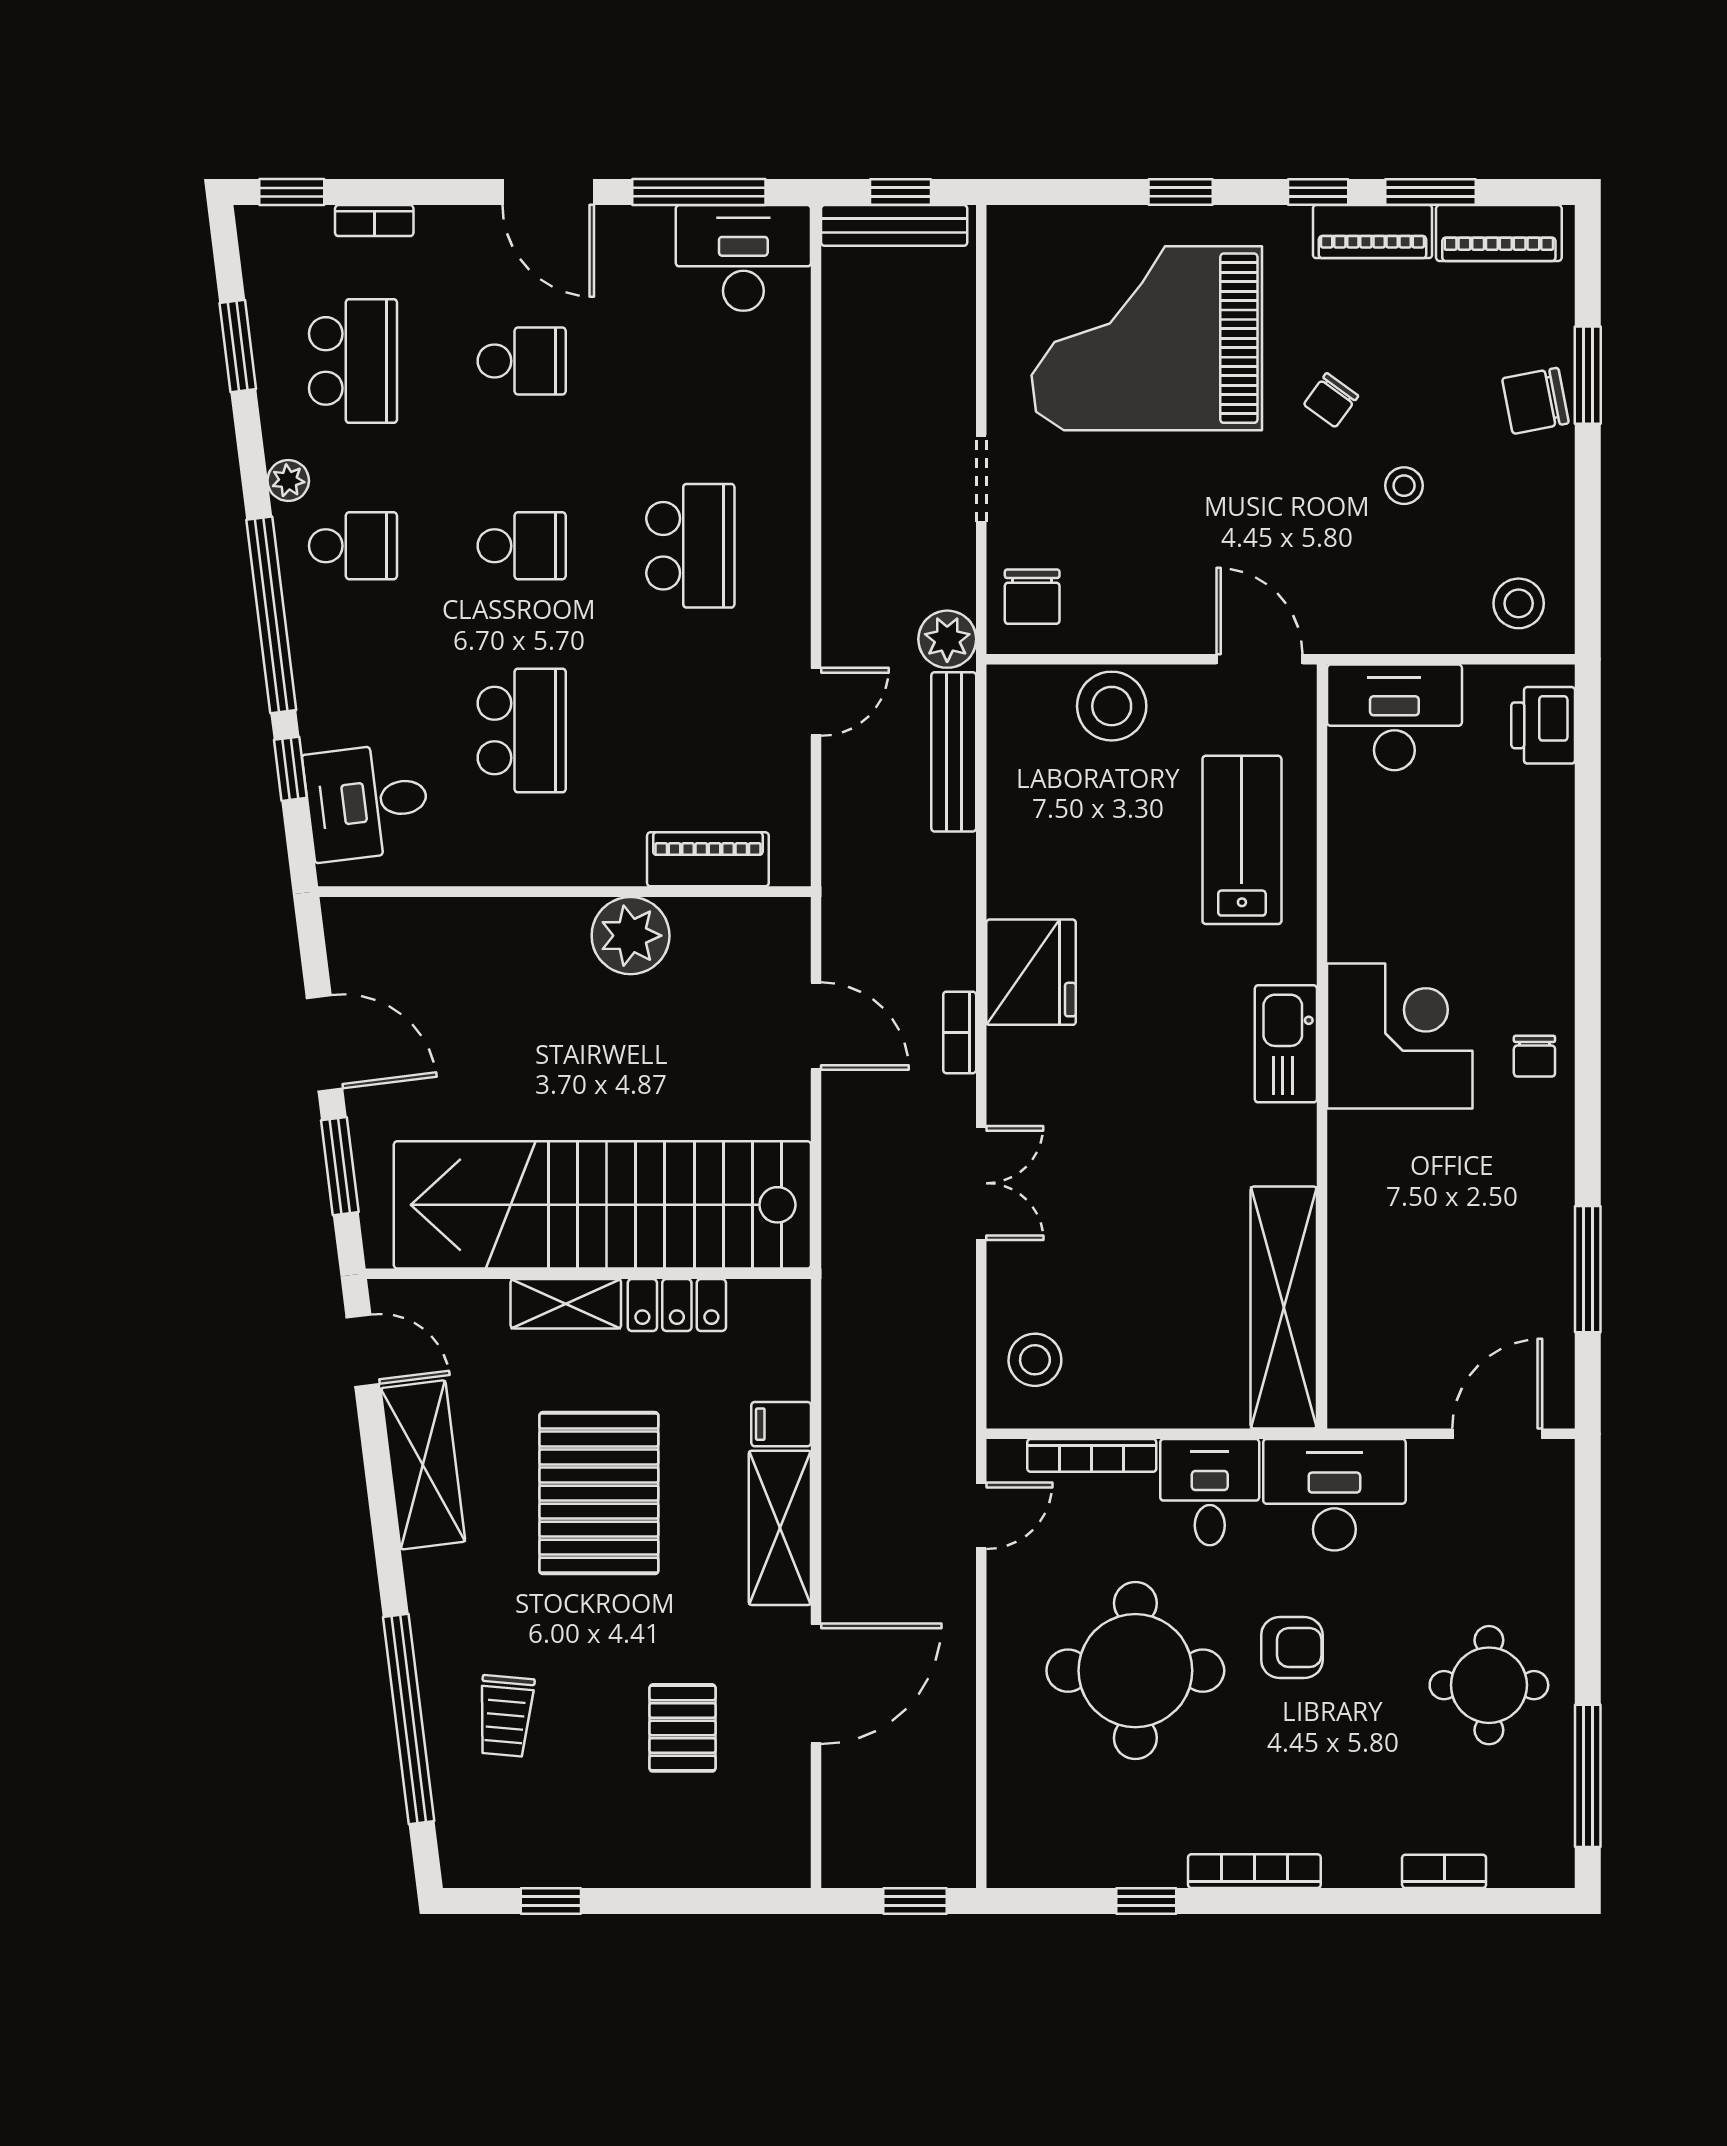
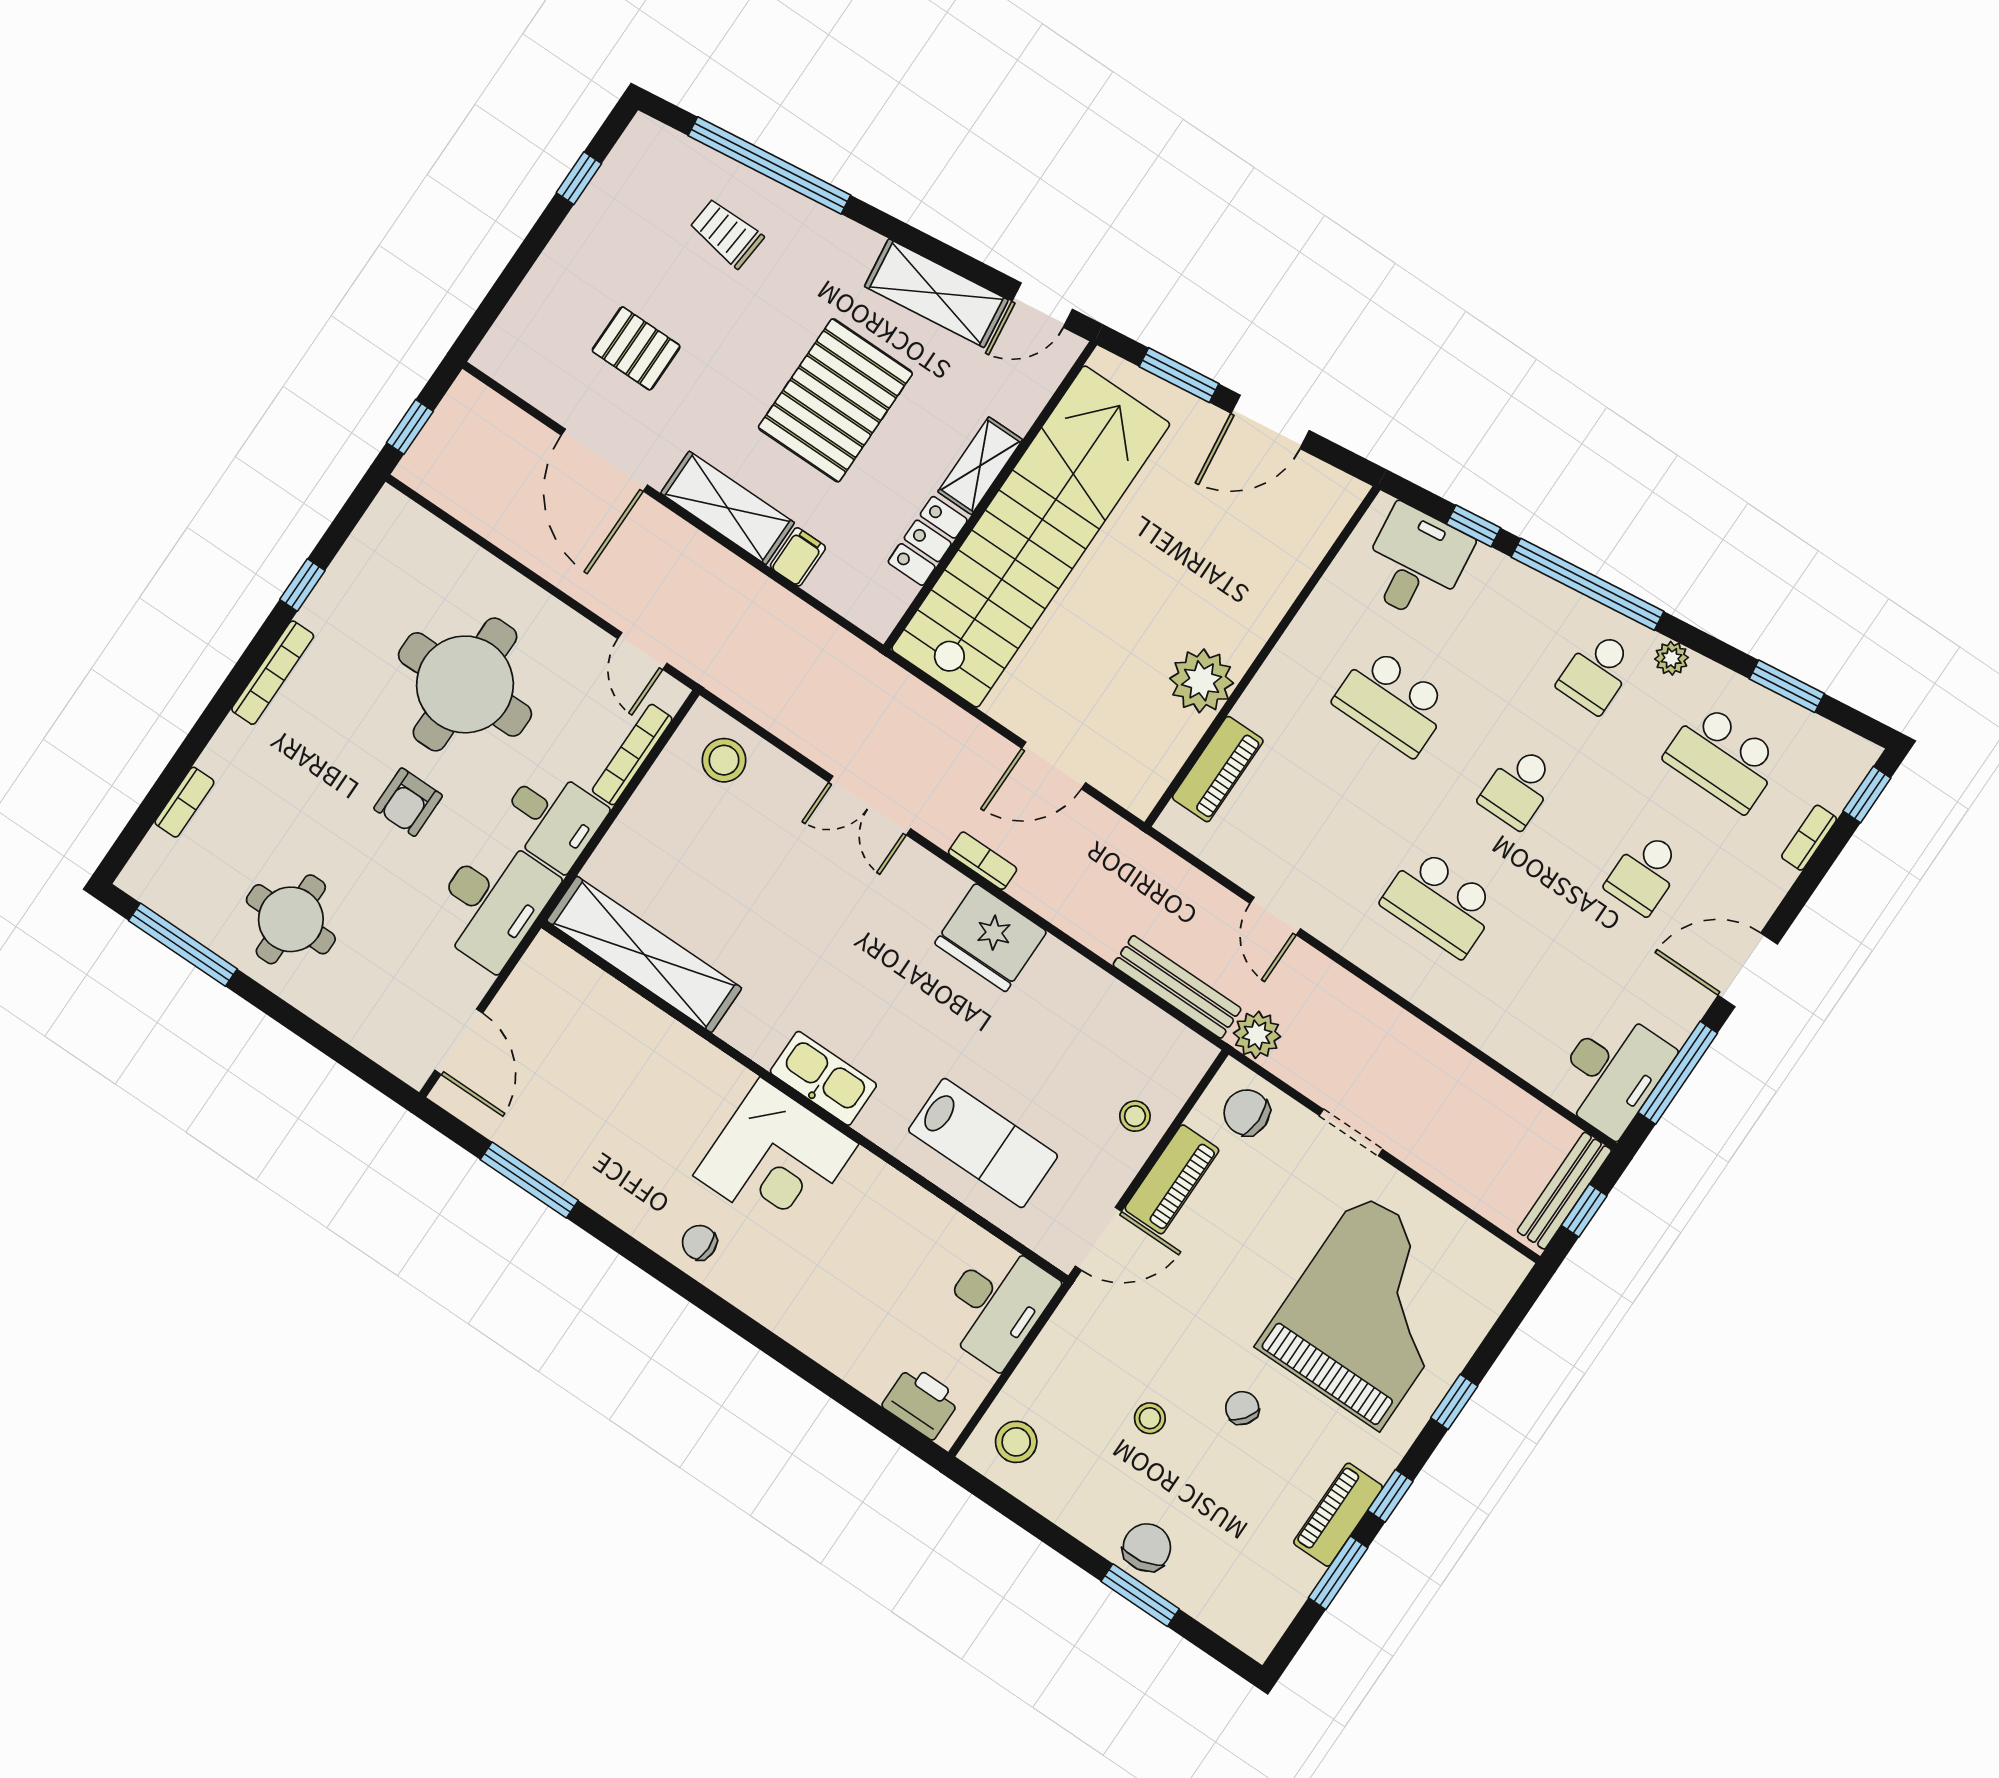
piano: (1499, 233) -> (1172, 1179), moved, turned 180
stool: (1112, 706) -> (1135, 1116), width x0.53, depth x0.53
pallet: (599, 1493) -> (835, 400), turned 90

